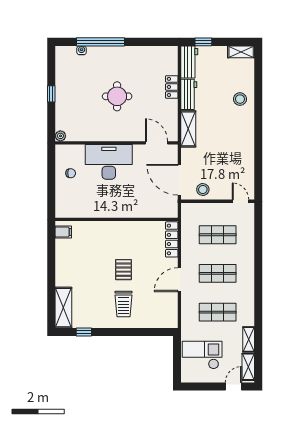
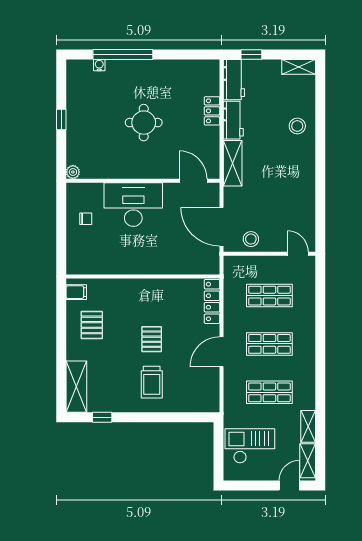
pallet: (76, 258) -> (92, 325), added

